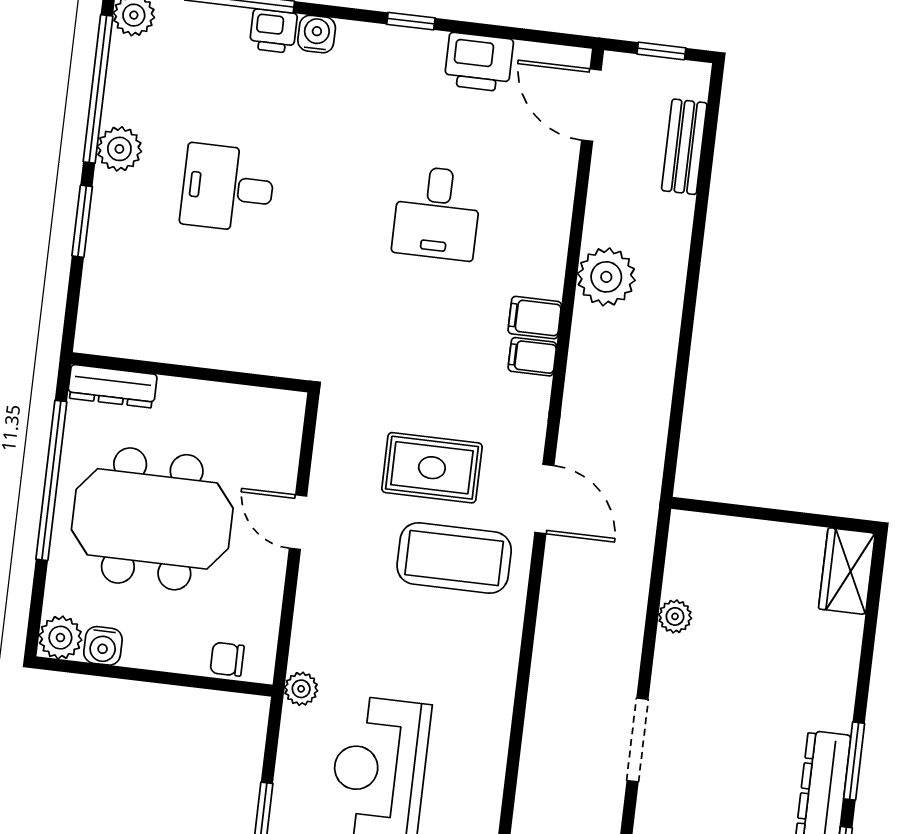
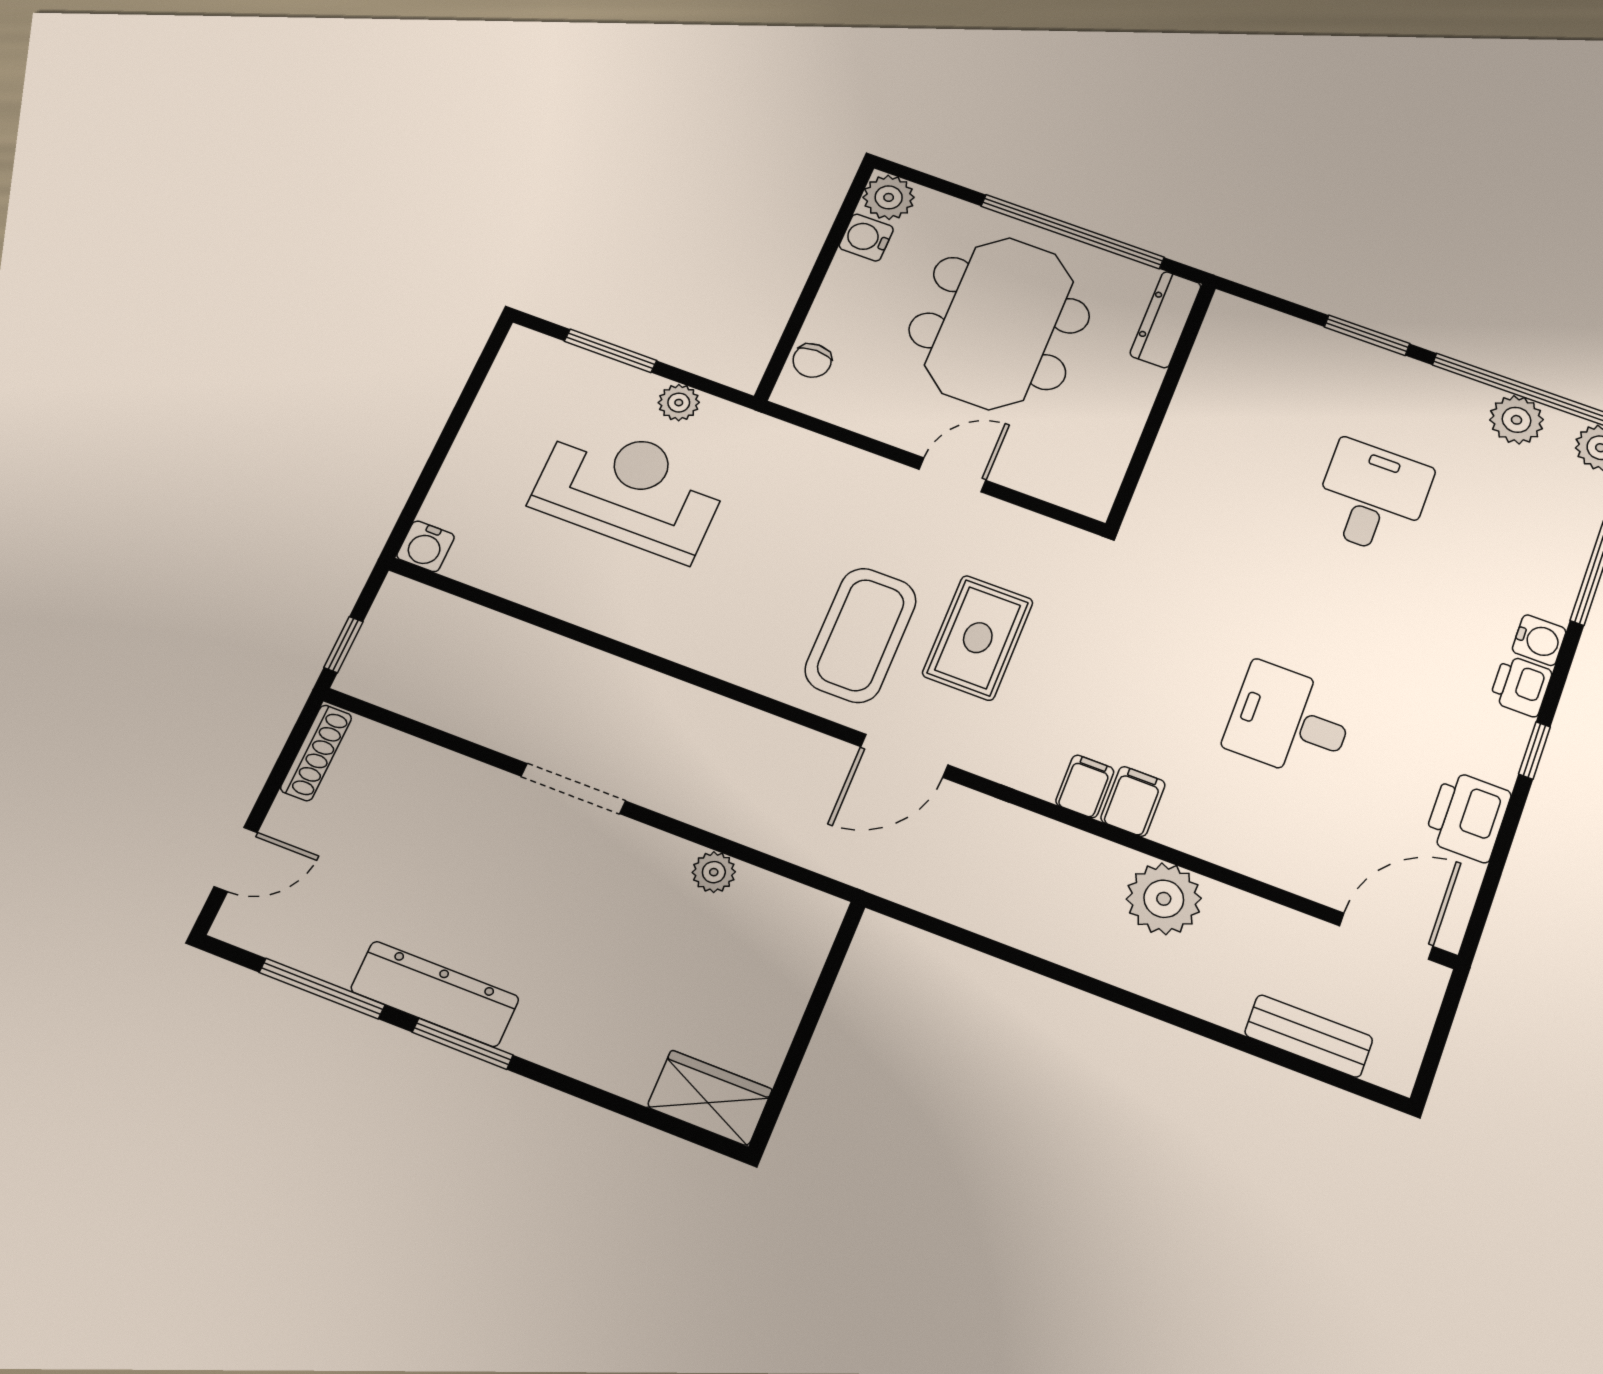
printer: (273, 31) -> (1521, 686), moved
window: (661, 51) -> (1438, 1039), removed
plant: (119, 149) -> (1517, 420), moved
chair: (227, 659) -> (812, 361), turned 180
plant: (301, 689) -> (679, 403), moved

